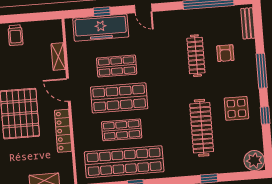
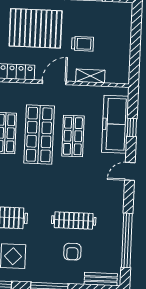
trolley: (15, 35) -> (83, 44), moved, turned 180
armchair: (225, 53) -> (72, 252), turned -90

